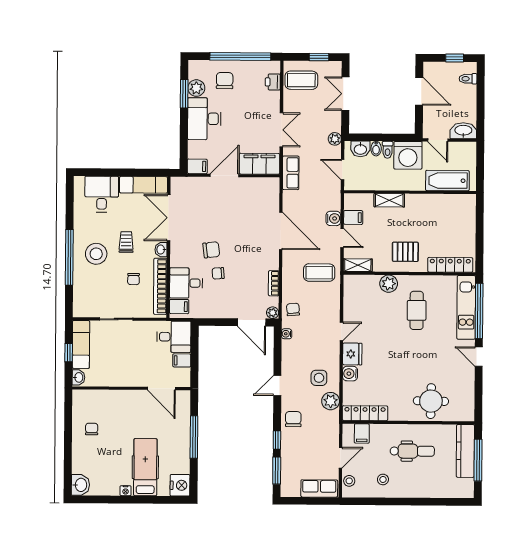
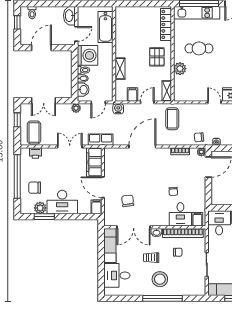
water cooler: (333, 218) -> (118, 109), moved
chair: (211, 250) -> (128, 201), moved

